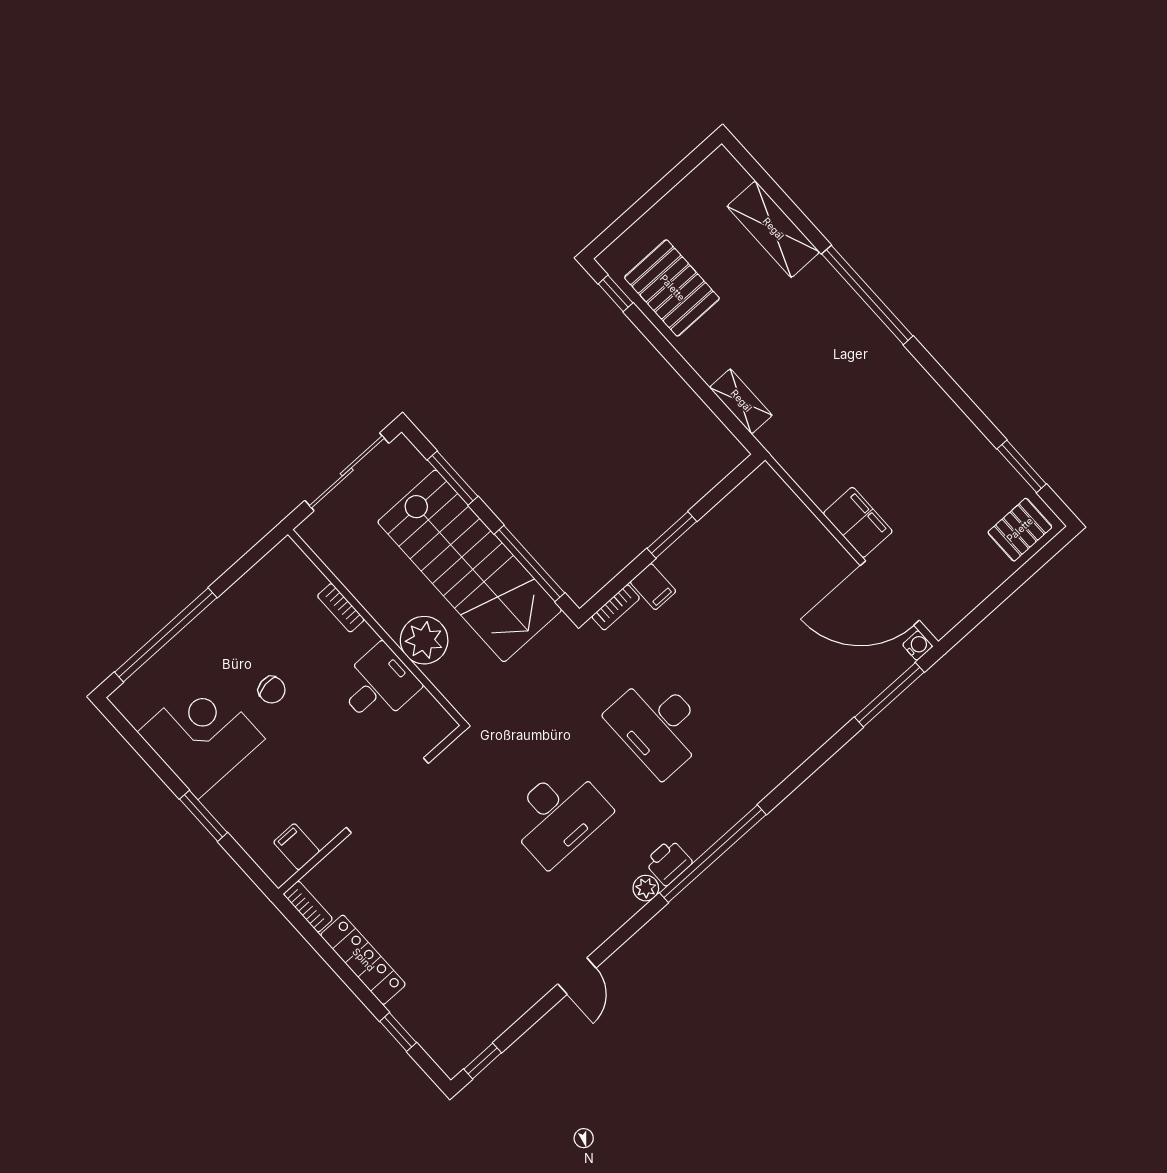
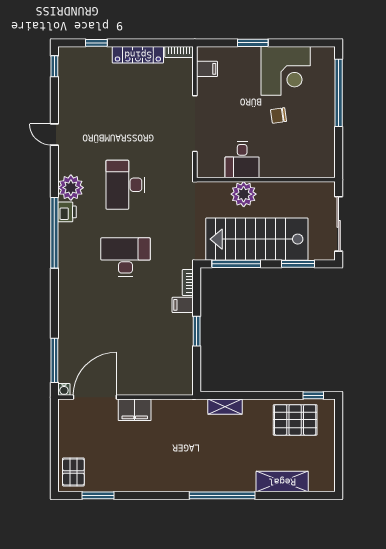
bookcase: (341, 608) -> (286, 173), removed
plant: (646, 888) -> (71, 188), width x1.88, depth x1.88

